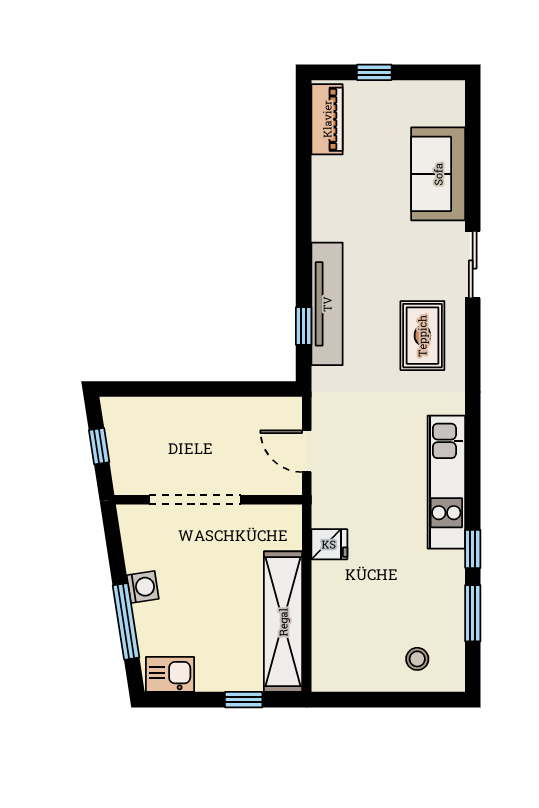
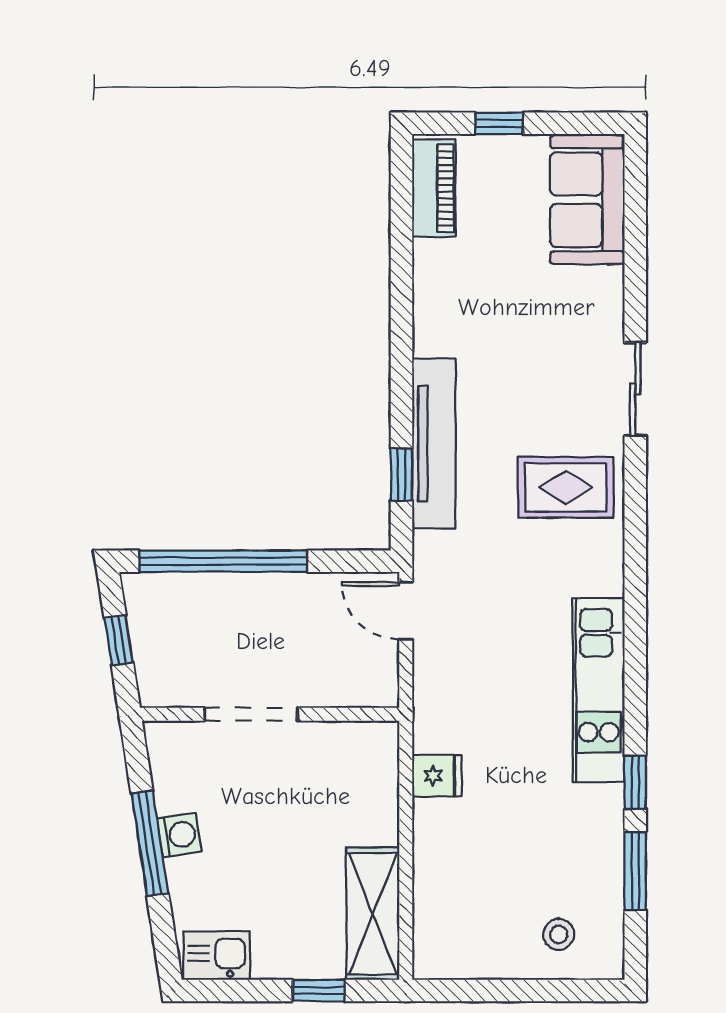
sofa: (438, 174) -> (587, 200), moved
rug: (422, 336) -> (566, 487), turned 90
window: (175, 389) -> (223, 561), added
door: (307, 451) -> (406, 611), moved
doorway: (195, 500) -> (251, 714), width x0.73
window: (126, 621) -> (150, 843), moved
shelving: (283, 622) -> (373, 914), width x0.68

